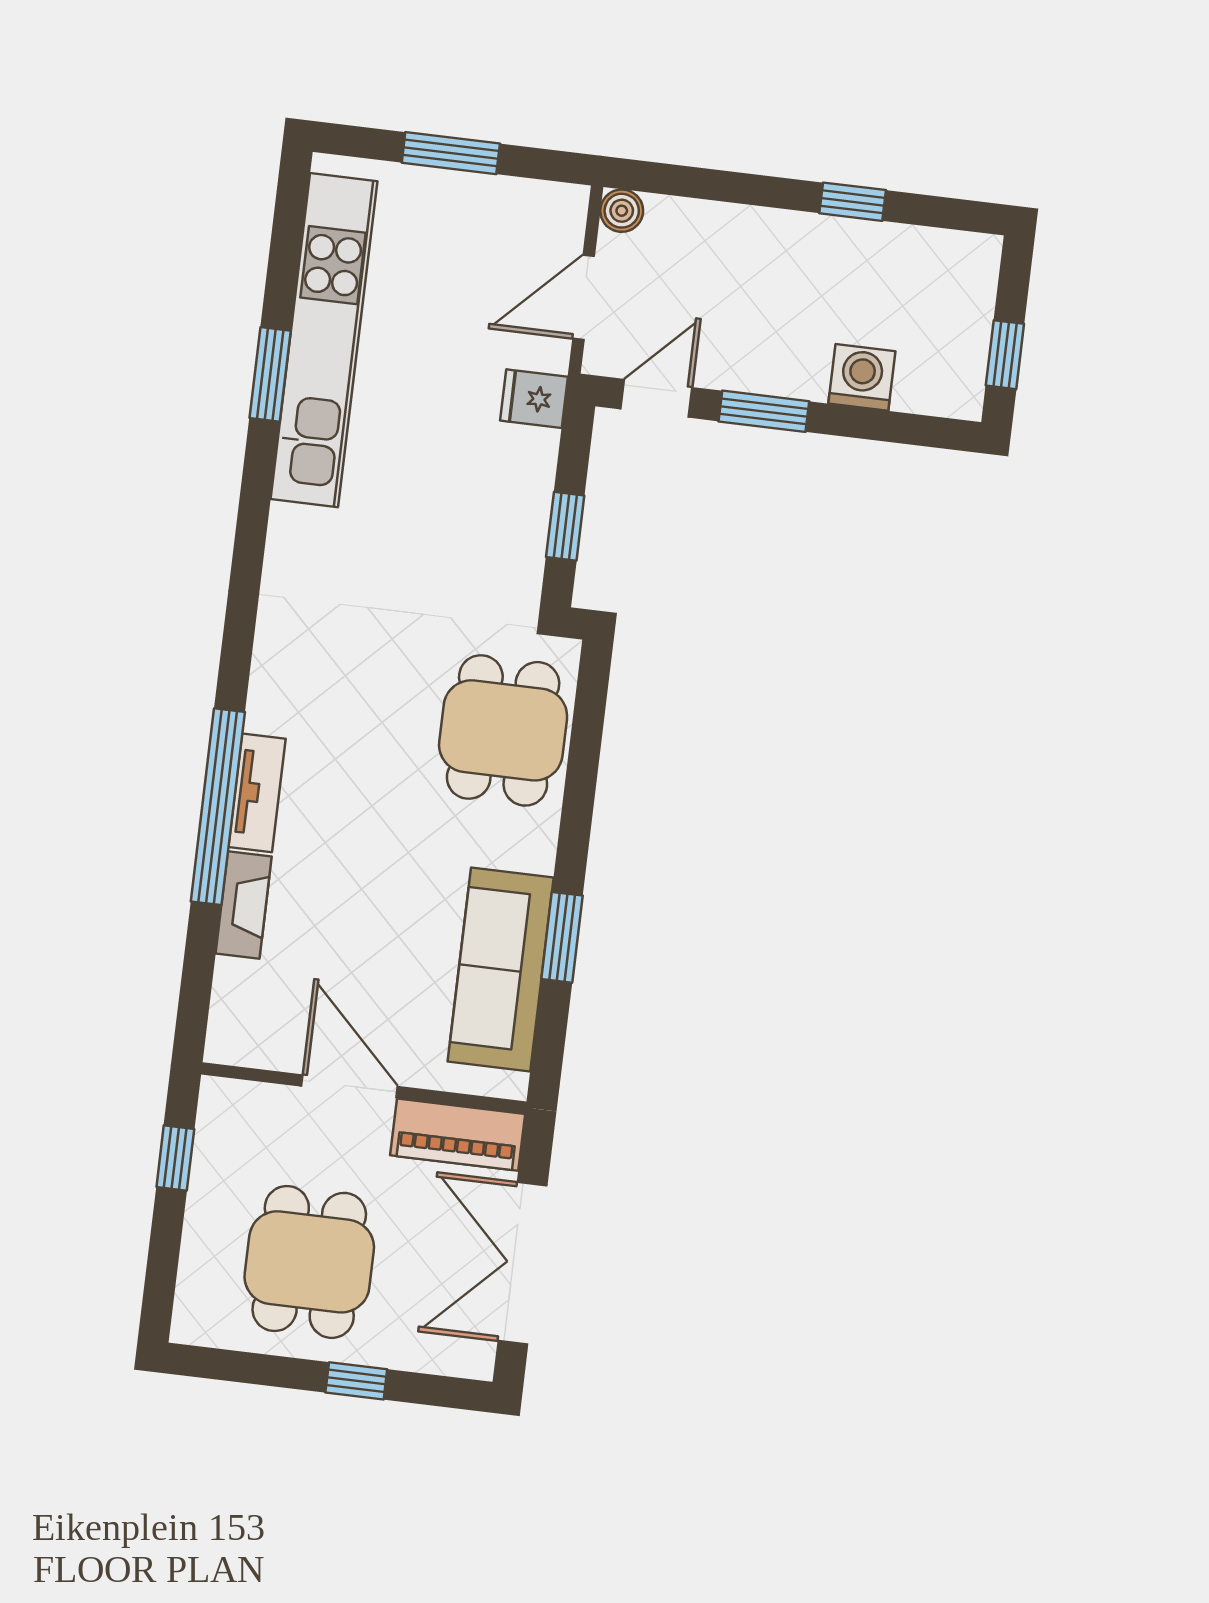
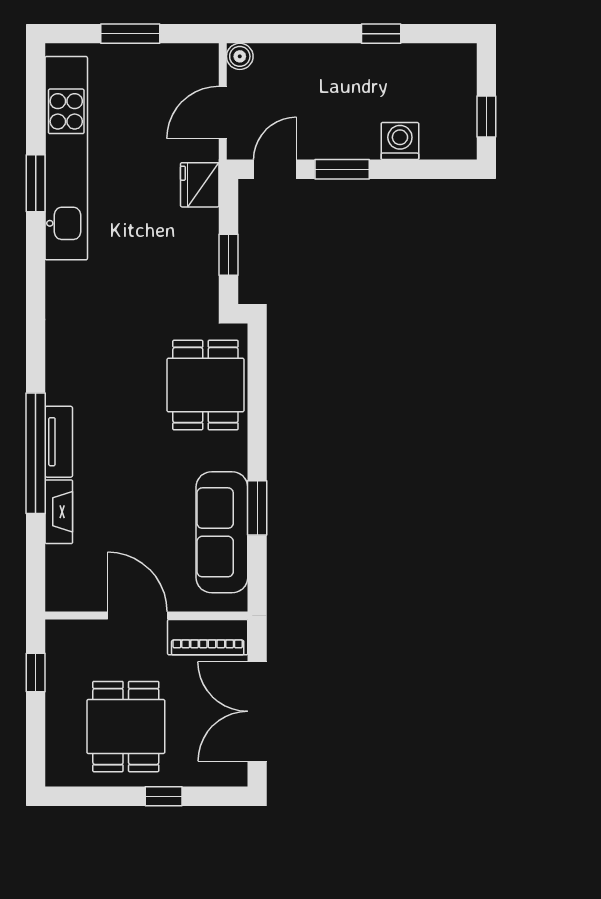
fridge: (534, 399) -> (200, 185), width x1.38

